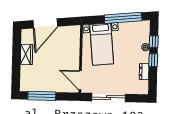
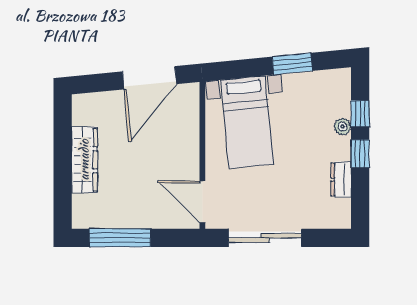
window: (123, 18) -> (292, 64), width x0.47
door: (45, 23) -> (149, 78), moved
wardrobe: (27, 54) -> (84, 160), width x1.50

